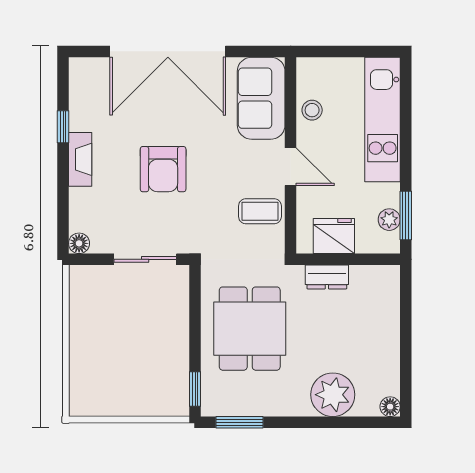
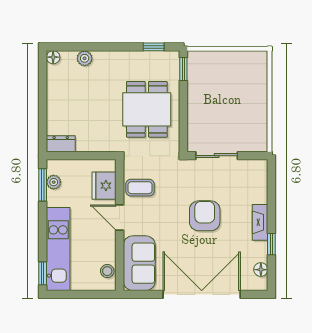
window: (406, 83) -> (43, 273), added
stool: (312, 110) -> (107, 271), moved
fridge: (334, 236) -> (104, 186), moved, turned 90
floor lamp: (79, 243) -> (261, 270), moved
dresser: (327, 277) -> (61, 144), moved
plant: (333, 395) -> (85, 58), width x0.53, depth x0.53
window: (240, 422) -> (154, 47), width x0.67

